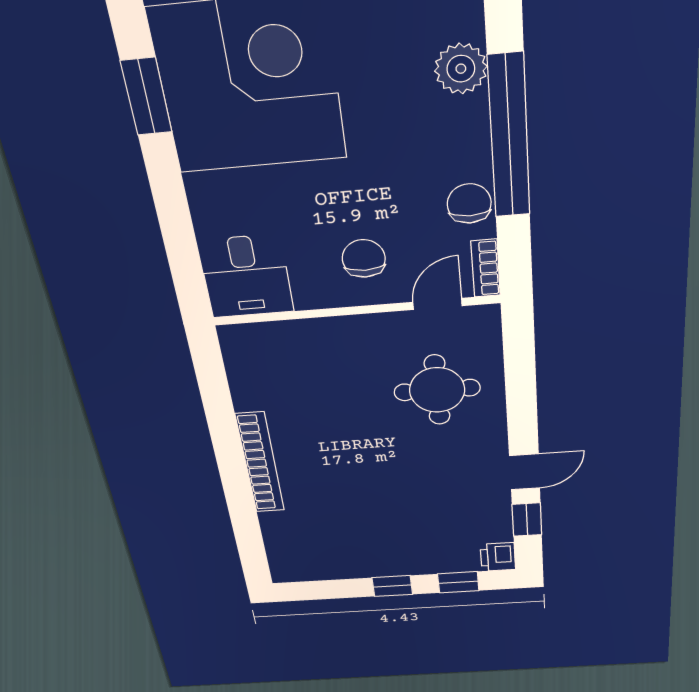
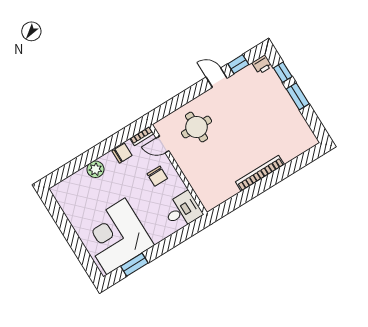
plant: (461, 69) -> (95, 169), moved
window: (509, 137) -> (95, 153), removed
chair: (469, 203) -> (122, 153), turned 180
chair: (364, 259) -> (157, 176), turned -90
window: (392, 586) -> (298, 96), width x1.50

